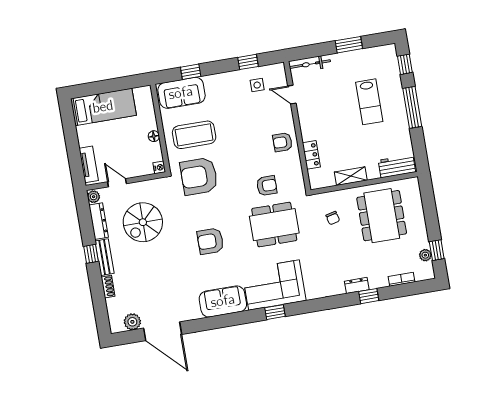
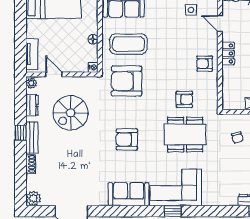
locker: (311, 155) -> (228, 53), moved
dresser: (99, 221) -> (32, 105), width x0.70
plant: (132, 322) -> (33, 198), moved

